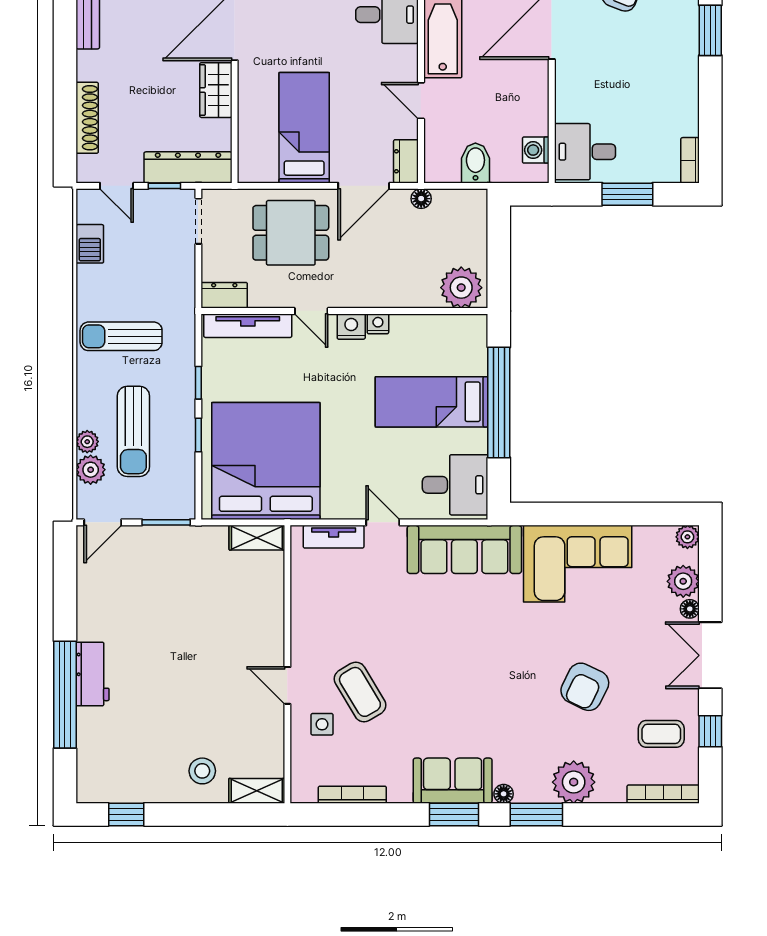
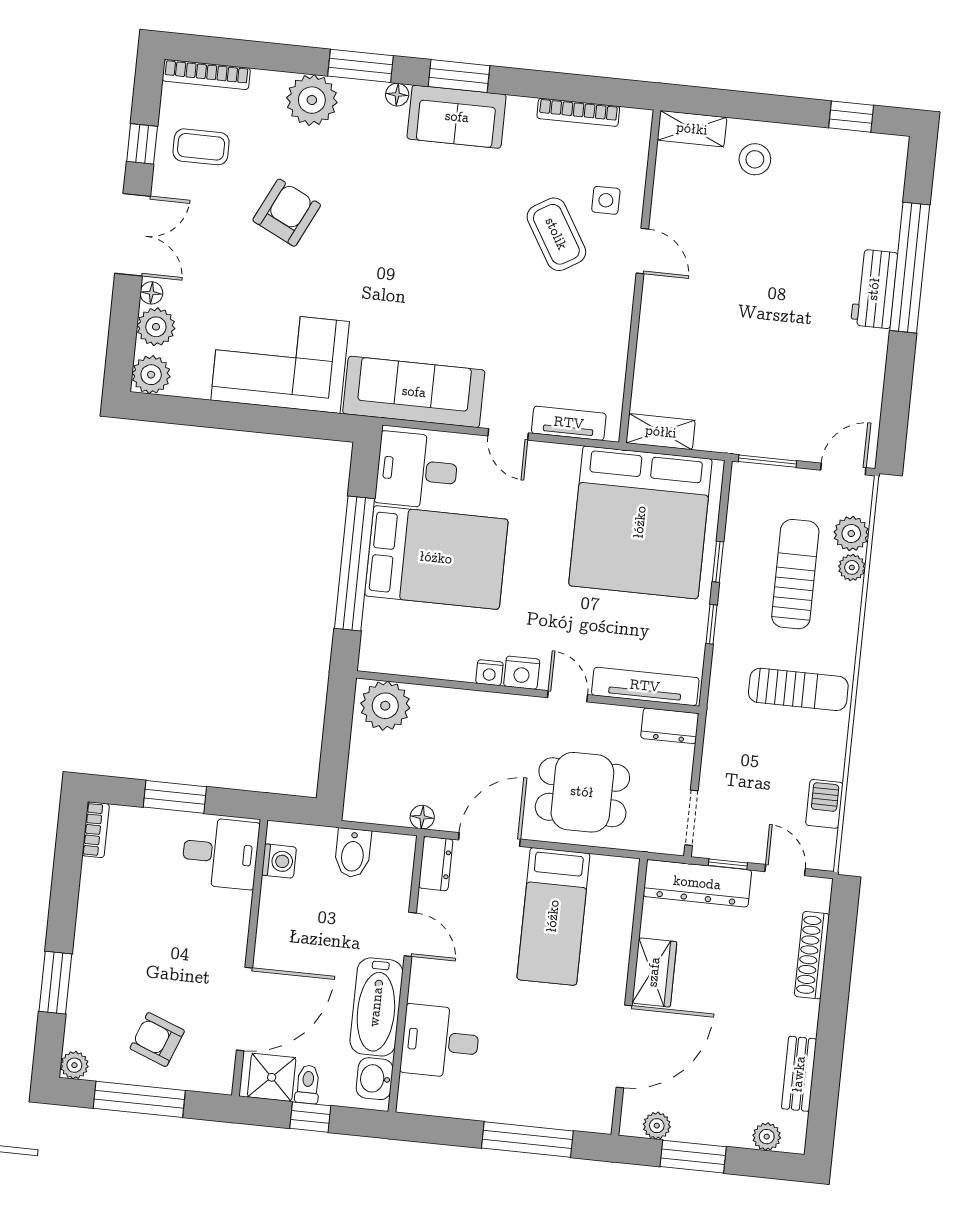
bed: (432, 402) -> (436, 558), width x1.50
plant: (687, 537) -> (151, 375), width x1.38, depth x1.38

